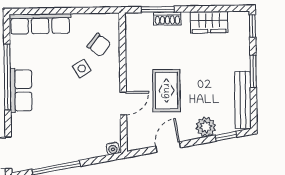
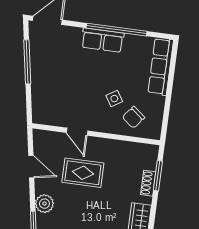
water cooler: (113, 148) -> (37, 116), removed

